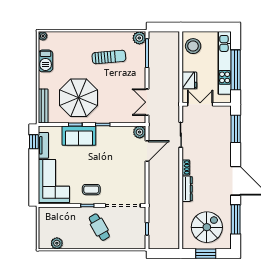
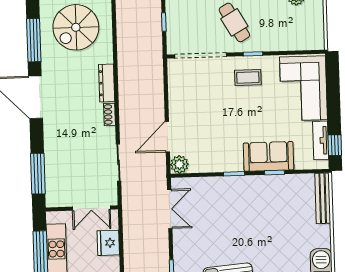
parasol: (79, 98) -> (271, 212), removed

